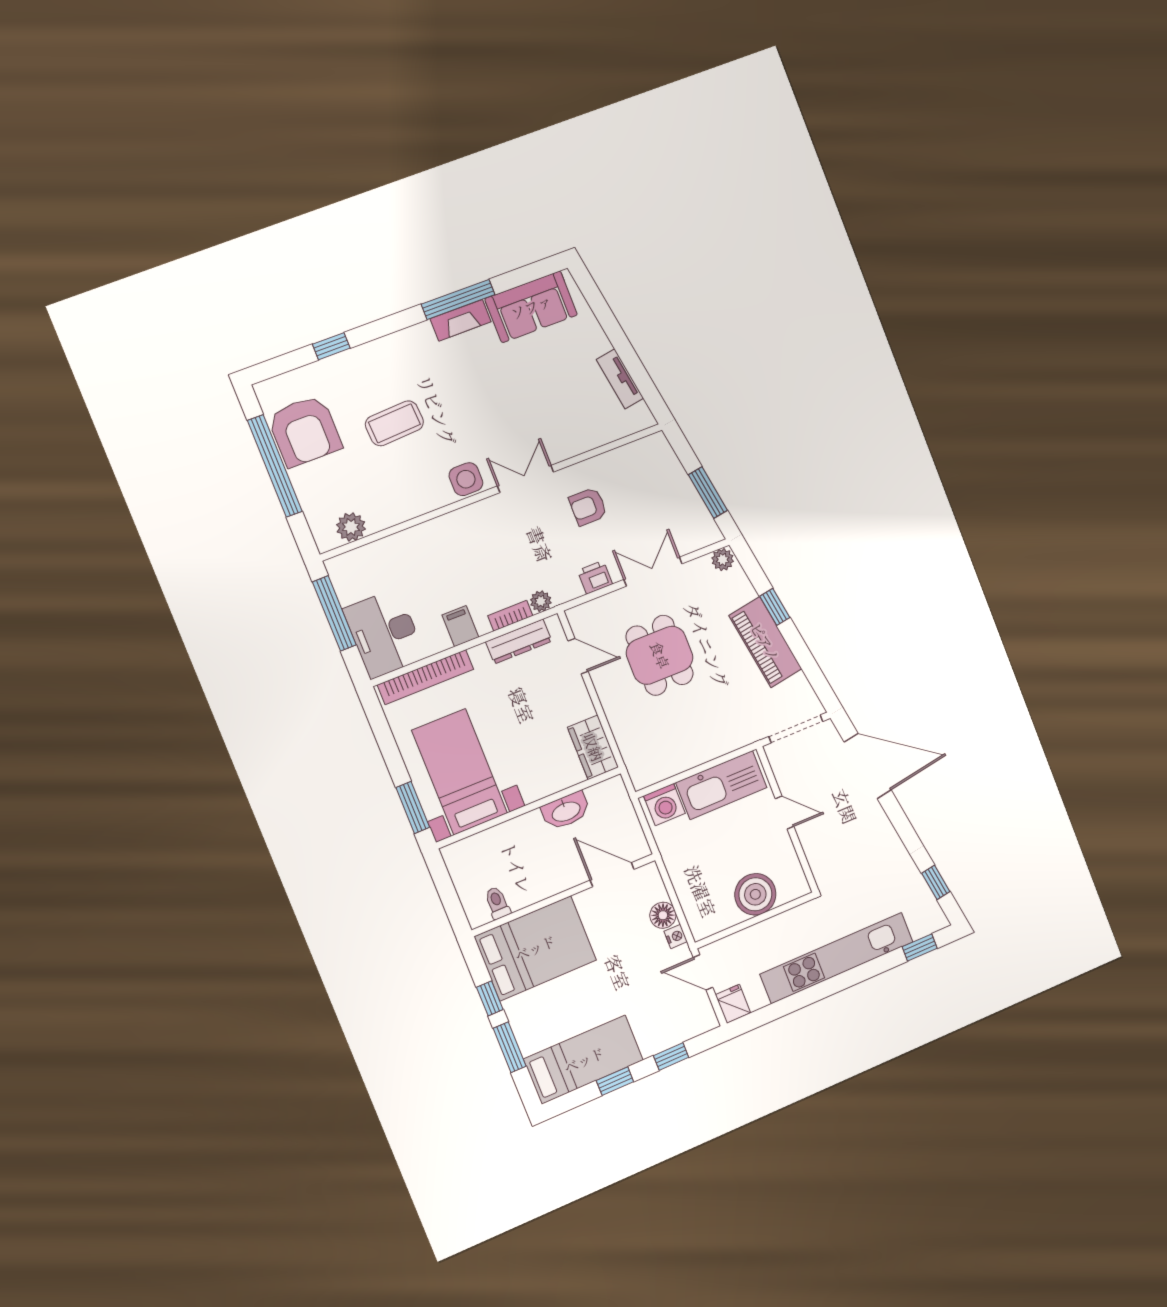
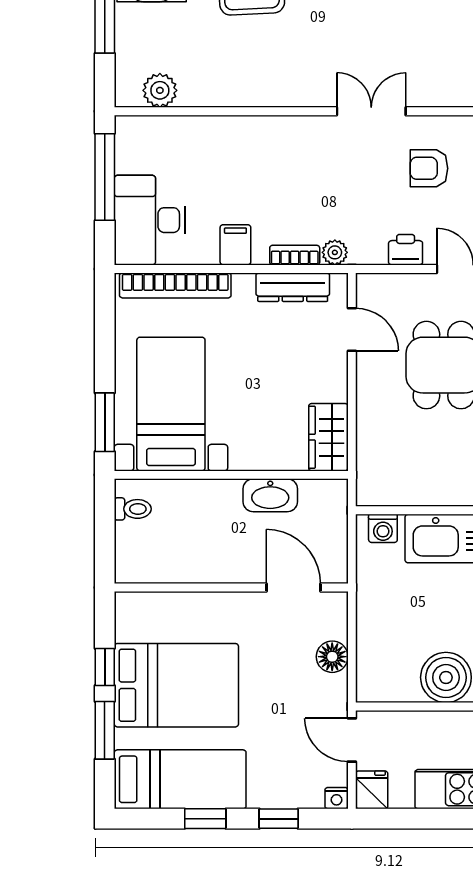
side table: (466, 479) -> (306, 86), removed
washing machine: (664, 805) -> (383, 528), width x0.73, depth x0.73
toilet: (497, 903) -> (133, 509), moved, turned 90
nightstand: (676, 936) -> (337, 798), moved, turned 90
bed: (535, 948) -> (176, 685), moved

